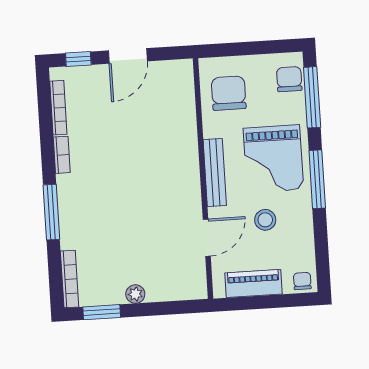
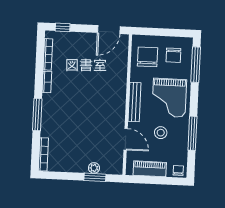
door: (128, 56) -> (109, 30), moved
chair: (289, 79) -> (173, 55), moved, turned 180
window: (317, 179) -> (192, 133), moved
door: (207, 238) -> (126, 139), hinge flipped
plant: (135, 294) -> (94, 168), moved
window: (102, 312) -> (95, 177), moved

